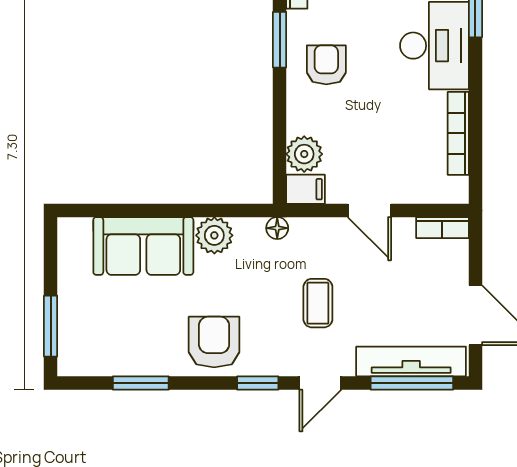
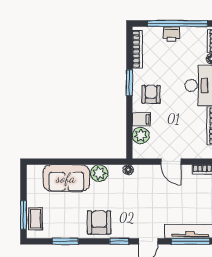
filing cabinet: (306, 189) -> (141, 119), moved
coffee table: (318, 303) -> (35, 219), moved

